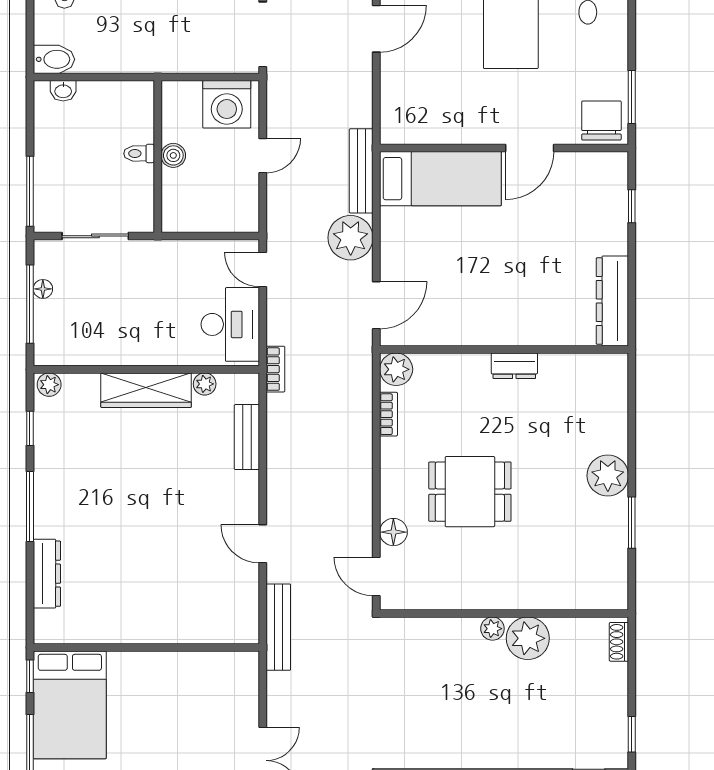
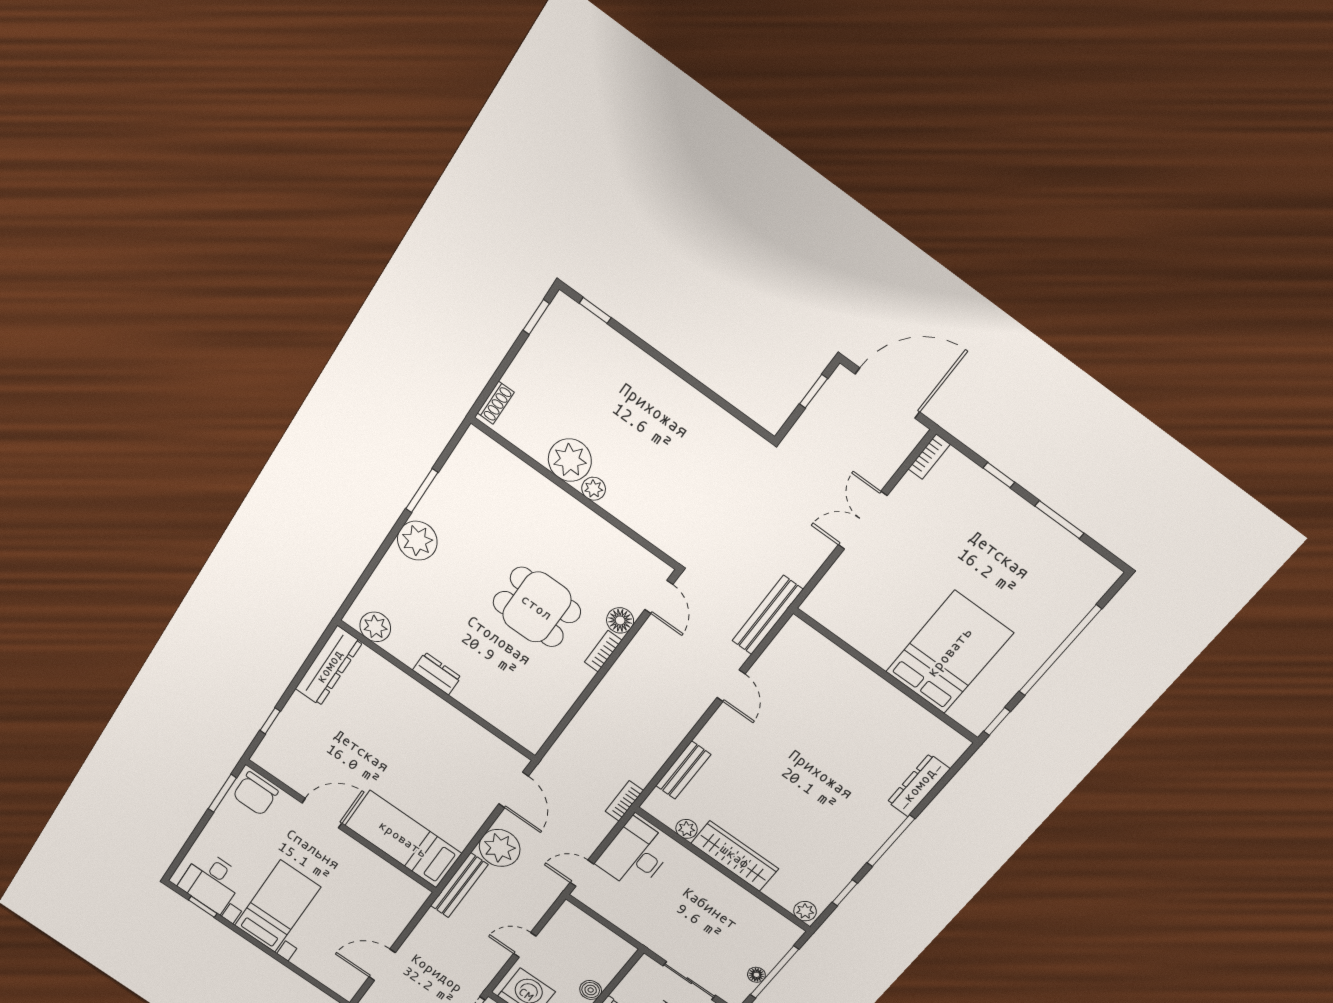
door: (263, 270) -> (582, 873), swing flipped
door: (376, 305) -> (514, 790), swing flipped
plant: (396, 369) -> (375, 627), moved
bookcase: (388, 414) -> (603, 651), moved
bed: (70, 705) -> (949, 652), moved

